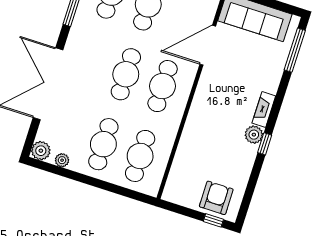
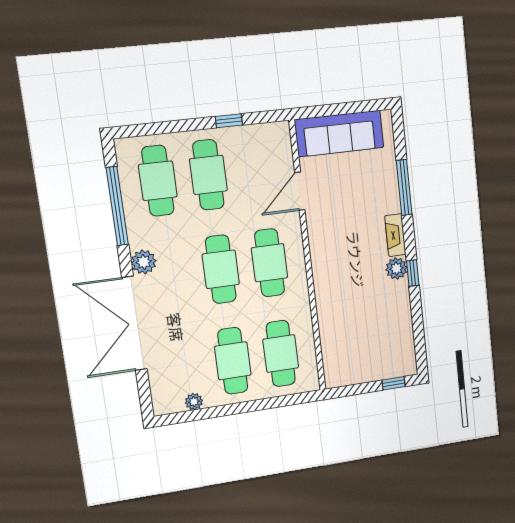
door: (208, 45) -> (300, 191), width x0.73
window: (295, 50) -> (404, 188), moved
plant: (41, 151) -> (144, 262), moved
armchair: (216, 198) -> (386, 358), removed

